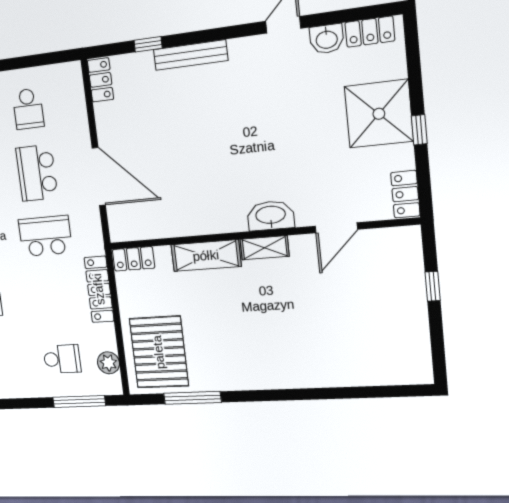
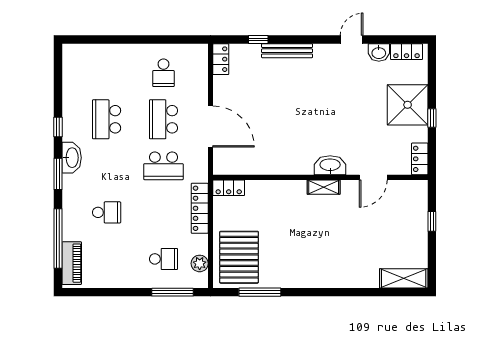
school desk: (45, 236) -> (163, 166), turned 180
shelving: (206, 256) -> (404, 278), moved

